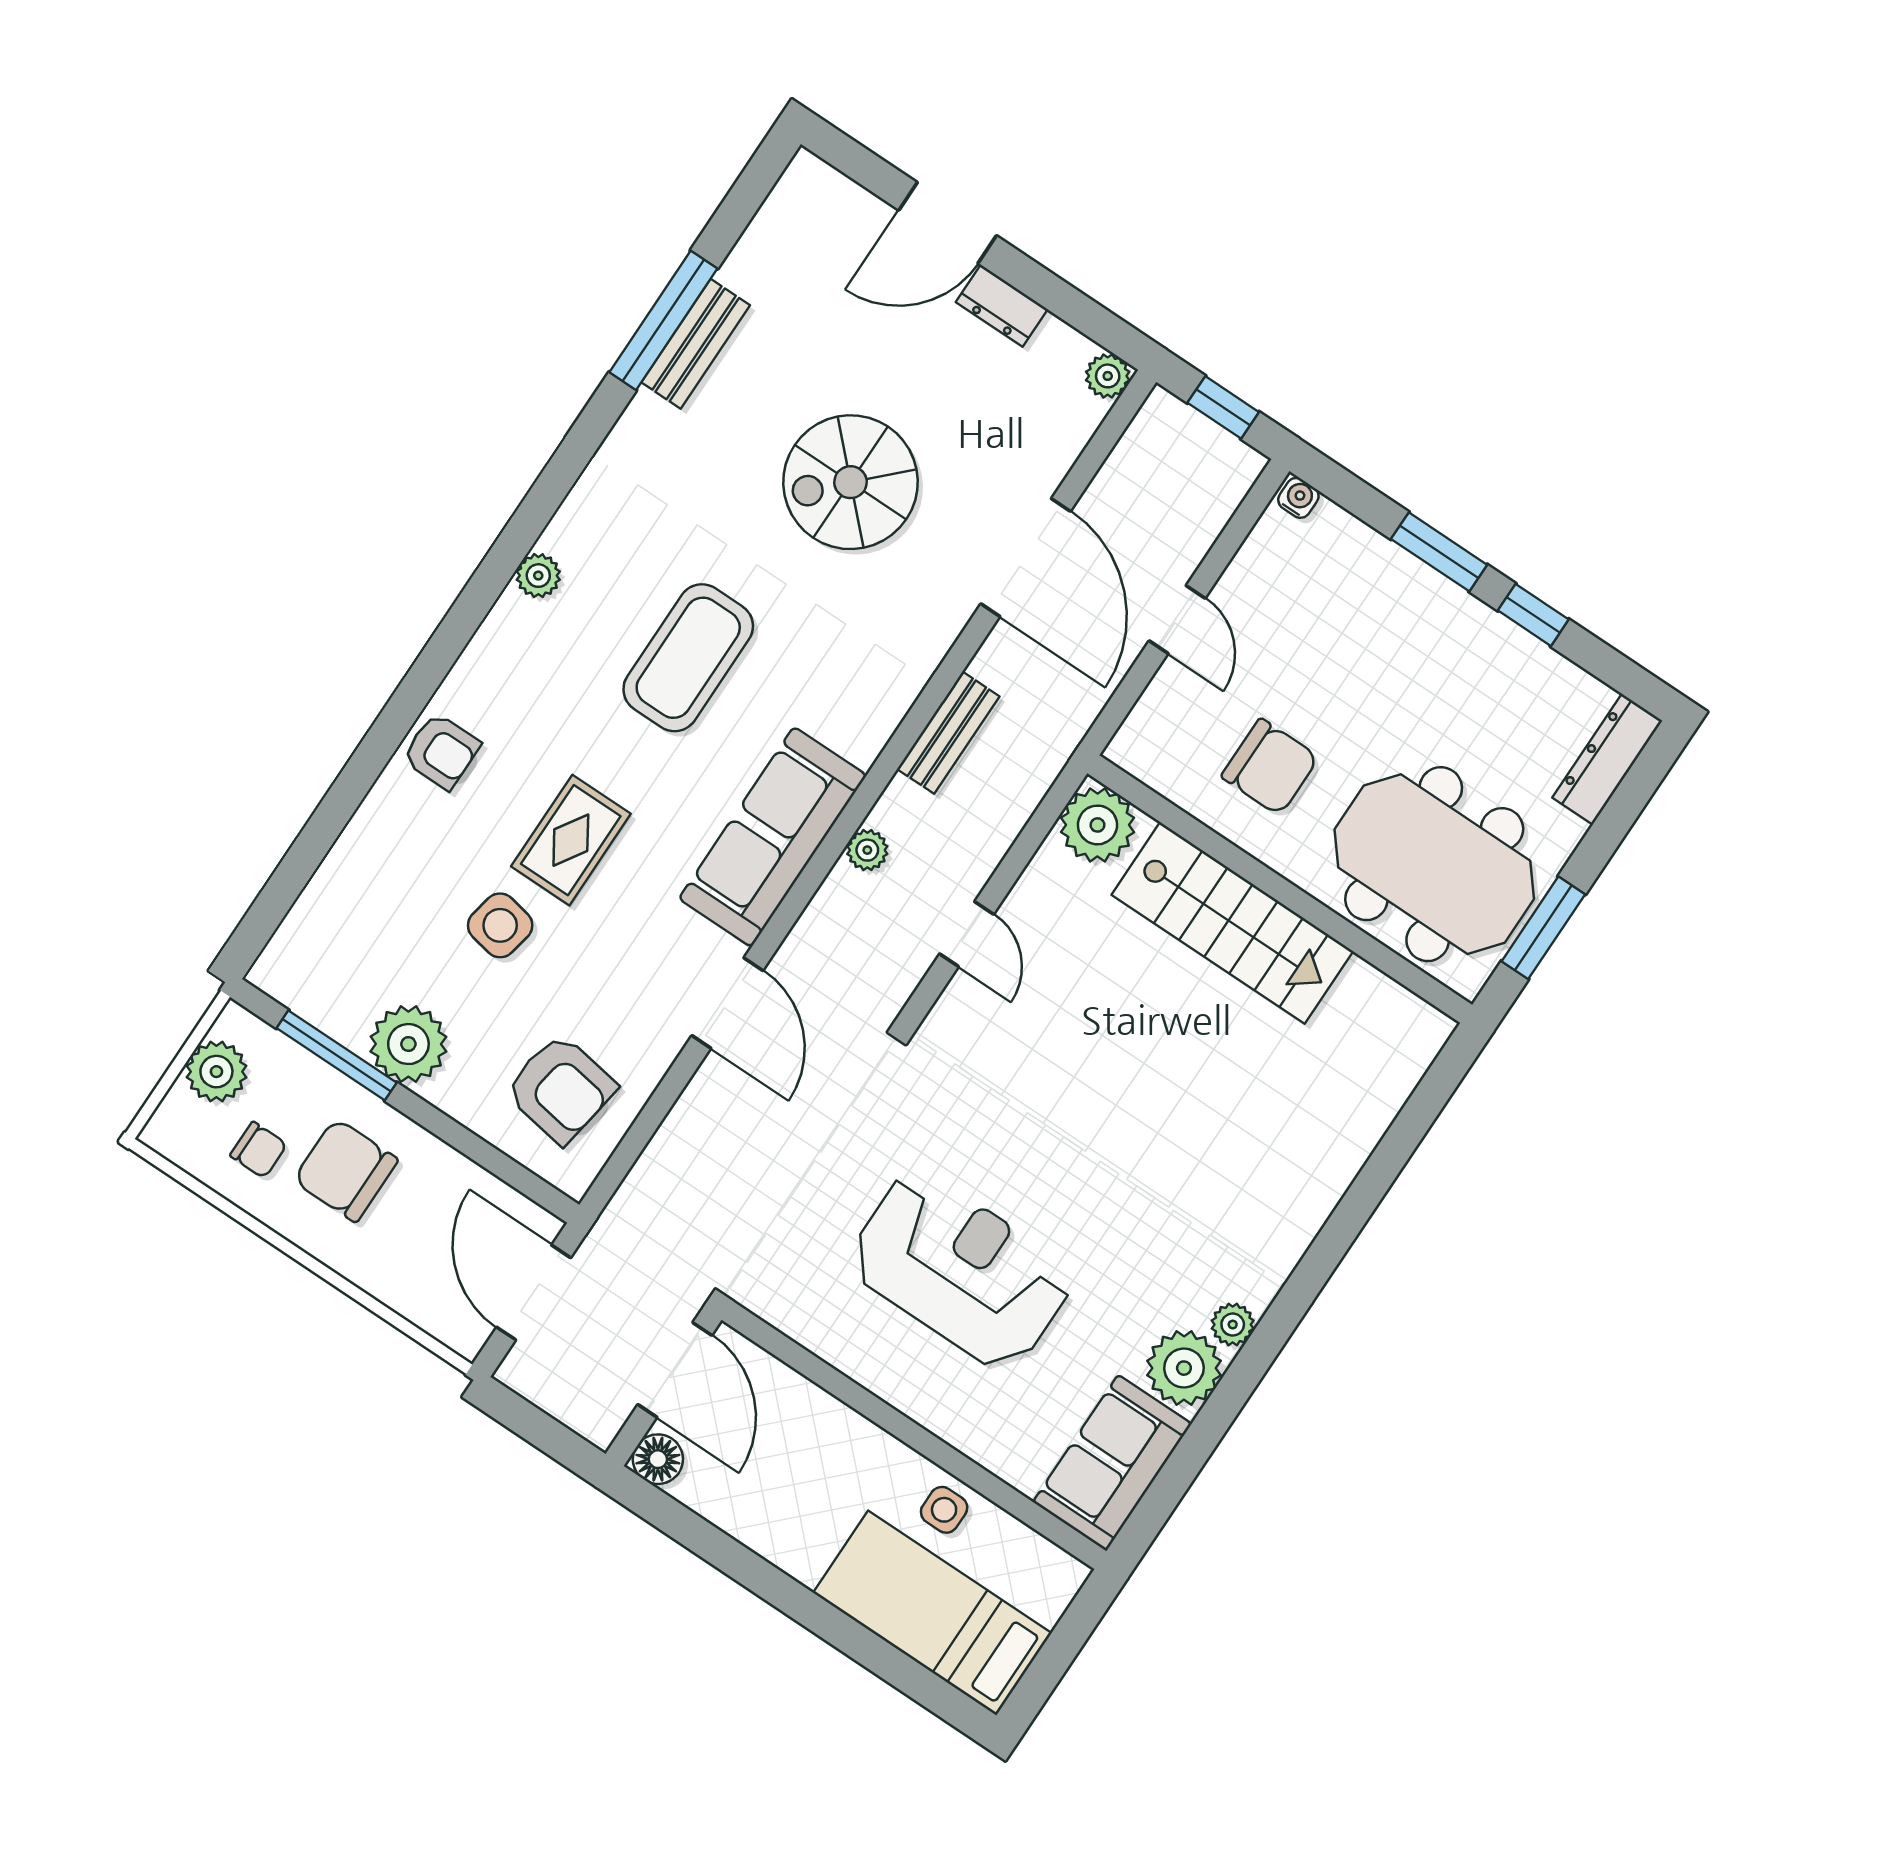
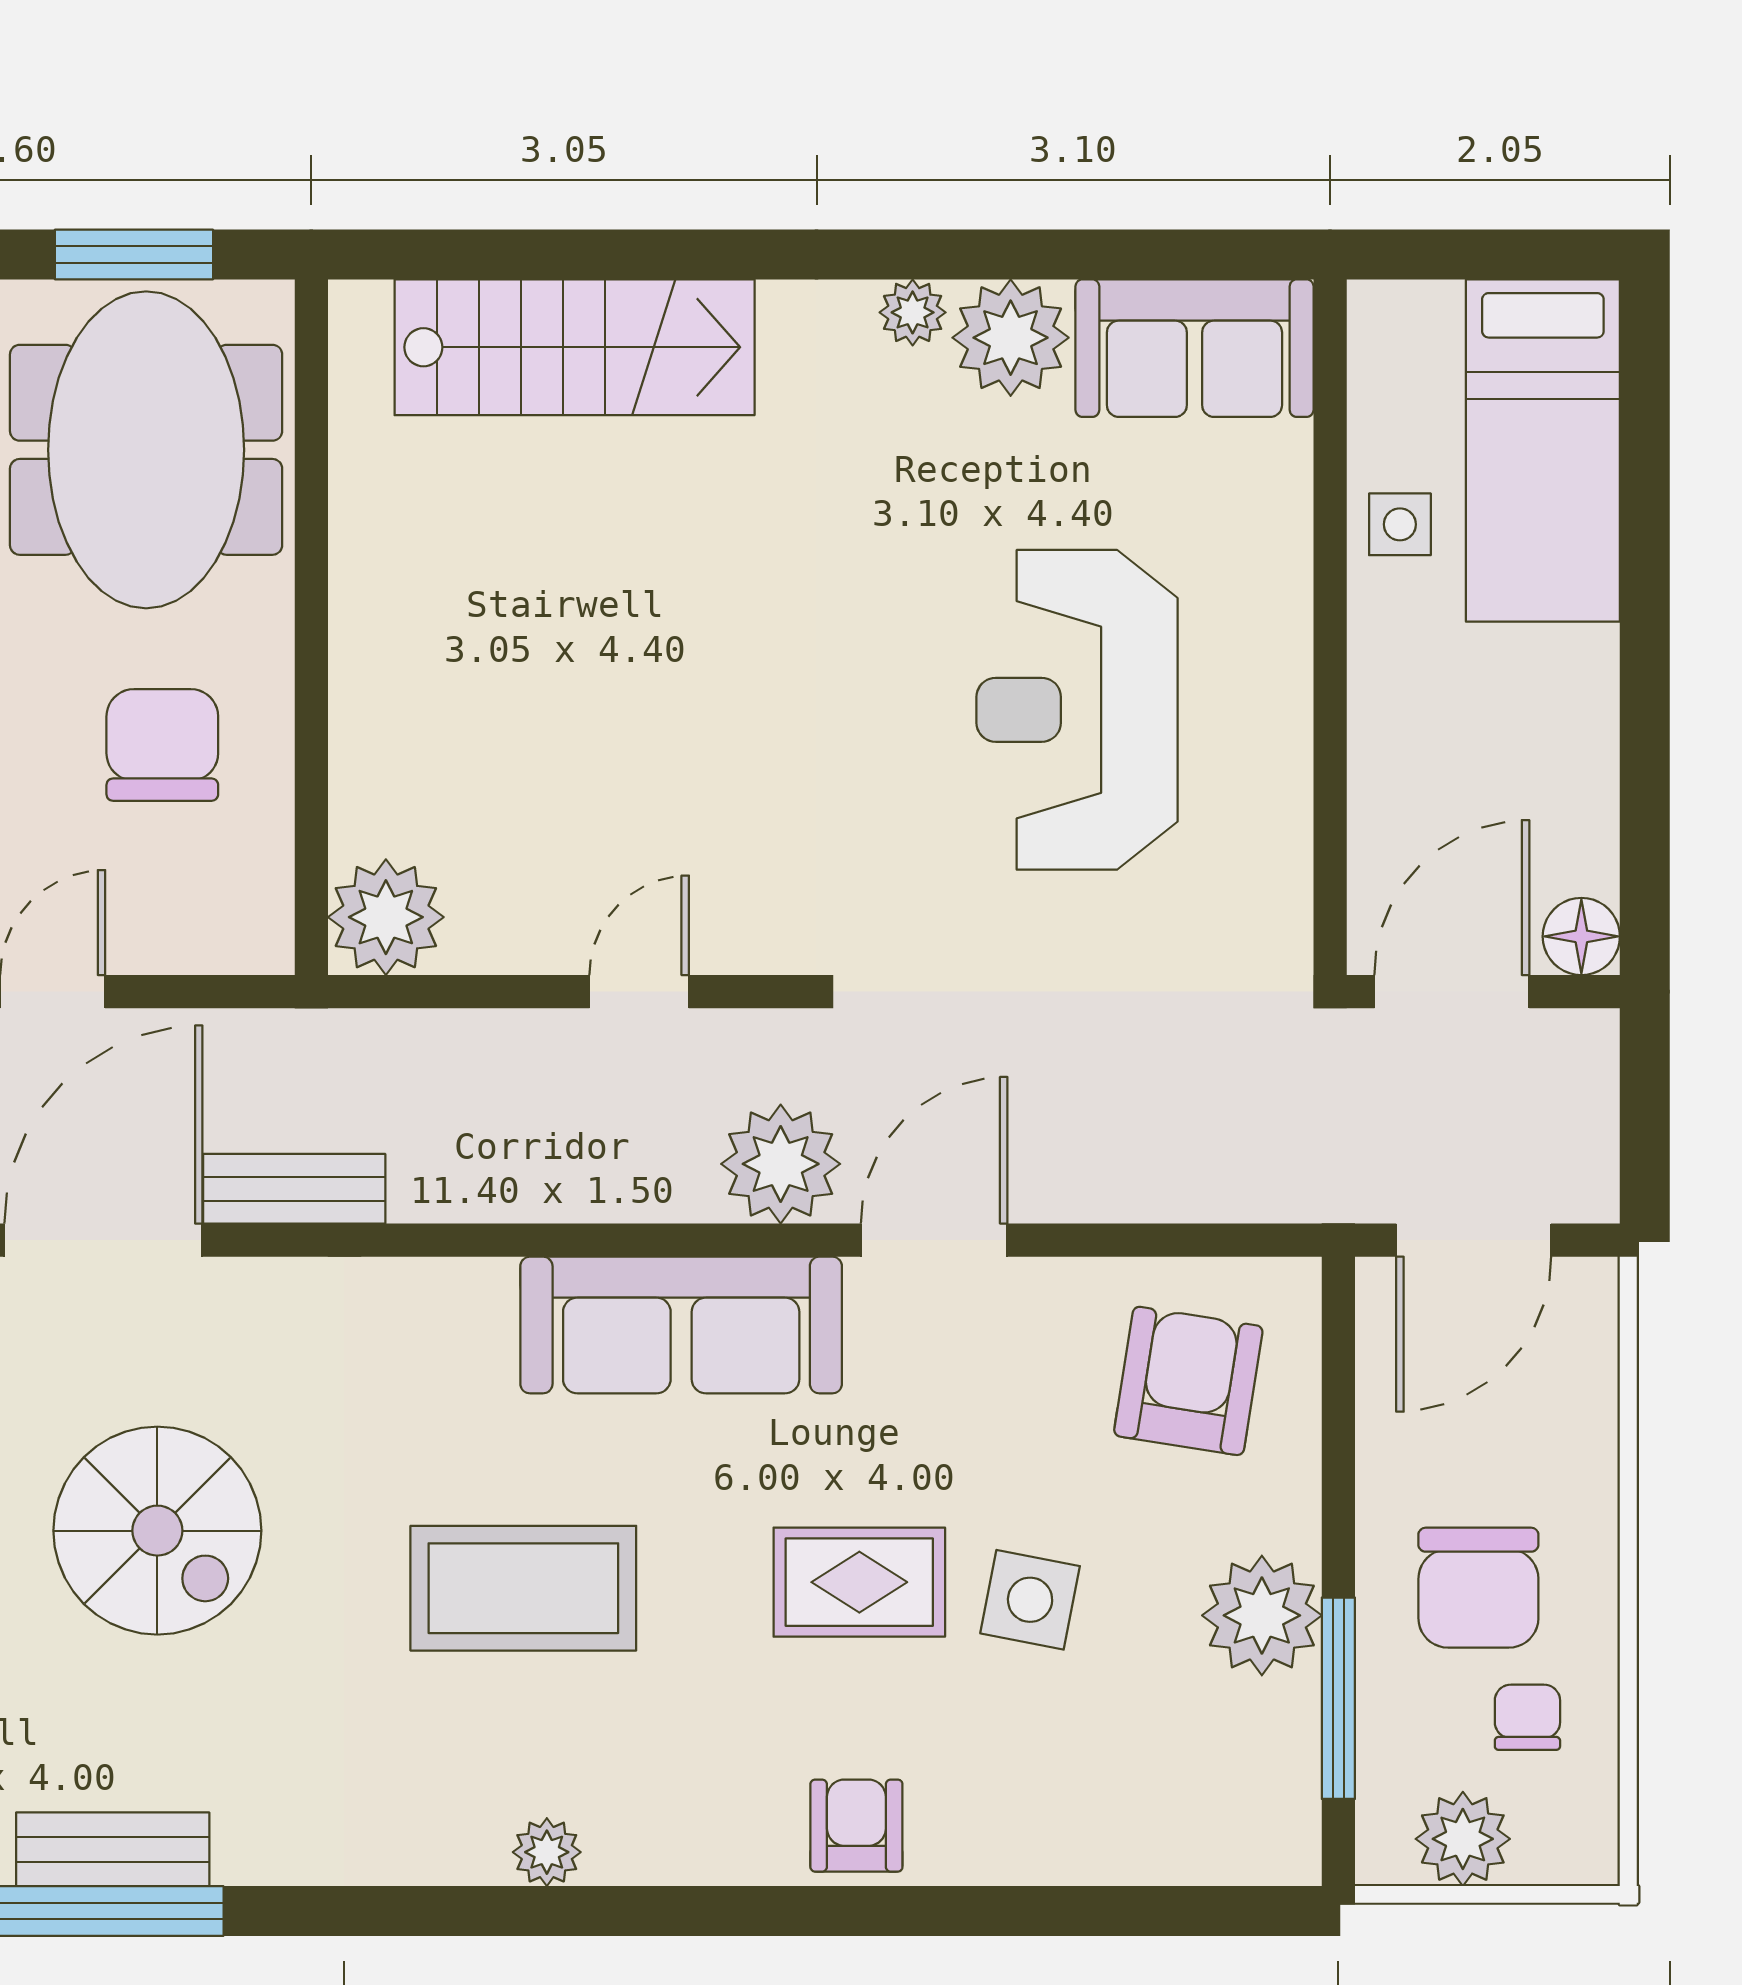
bench: (948, 733) -> (294, 1189), moved
plant: (867, 850) -> (781, 1164), moved, width x1.88, depth x1.88
stairs: (1232, 923) -> (575, 347), moved, turned 90

